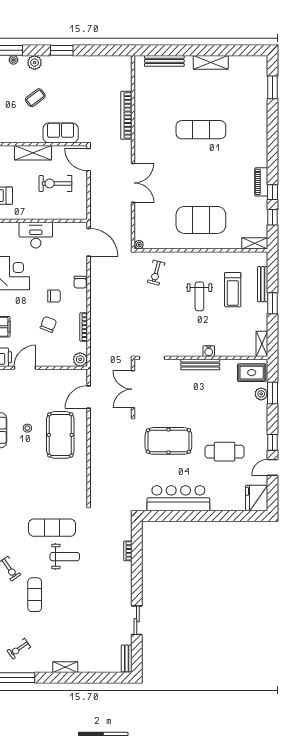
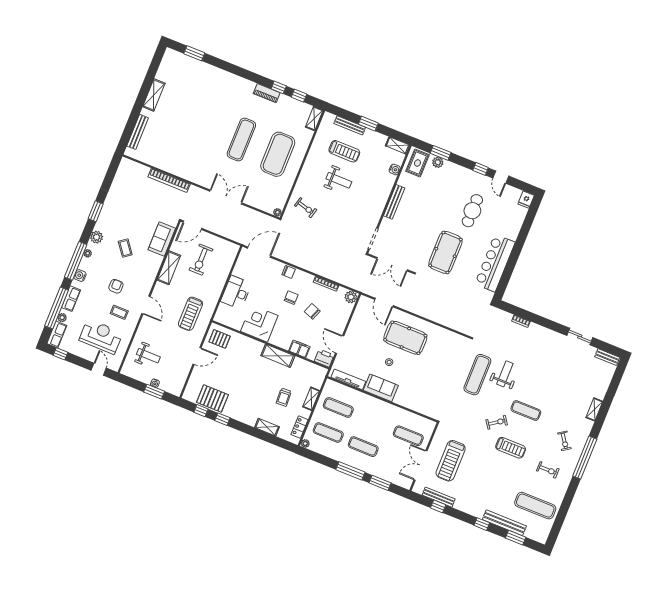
exercise mat: (201, 130) -> (241, 140), moved
water cooler: (209, 351) -> (395, 169), moved
fridge: (257, 498) -> (526, 200), width x0.53, depth x0.75

